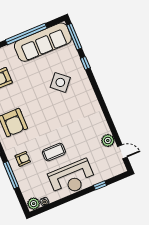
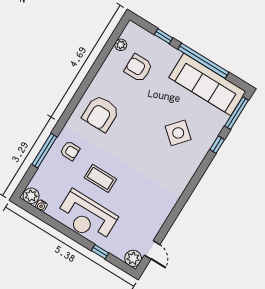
plant: (108, 140) -> (133, 258), moved

